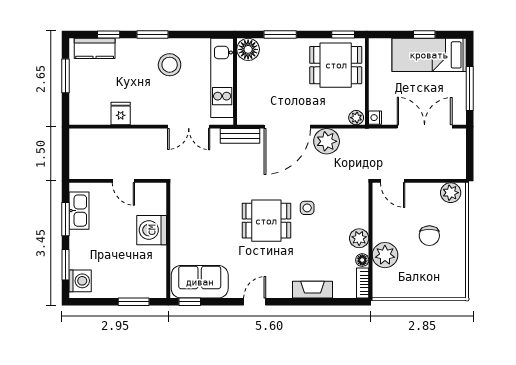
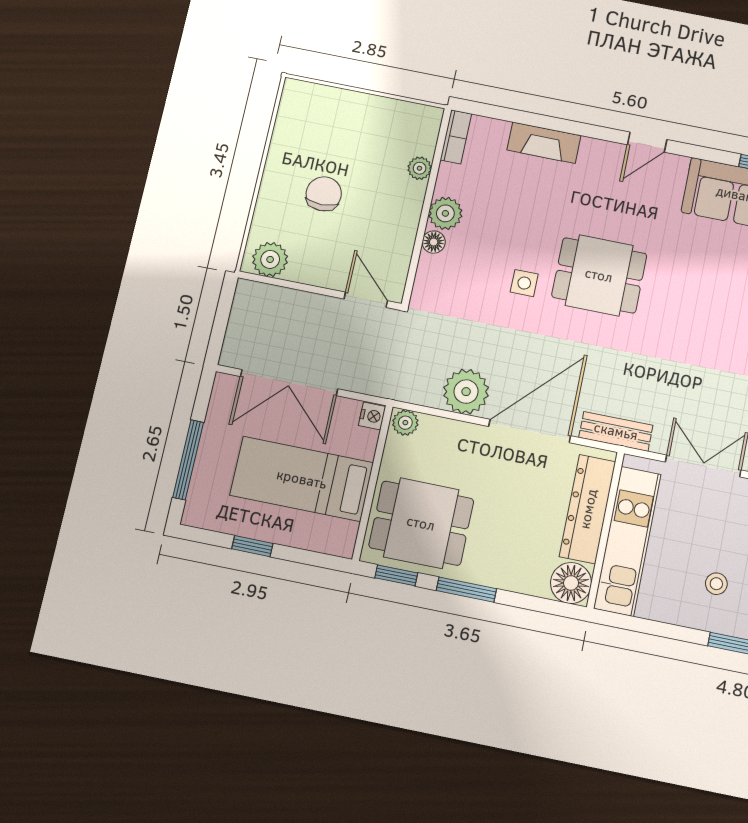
window: (280, 35) -> (466, 590), moved
bed: (429, 55) -> (302, 479), moved, turned 180
stool: (170, 65) -> (716, 584), width x0.53, depth x0.53
window: (470, 89) -> (188, 460), moved
dresser: (247, 91) -> (588, 509), added
plant: (385, 255) -> (420, 168), width x0.53, depth x0.53
floor lamp: (362, 260) -> (434, 242), moved

